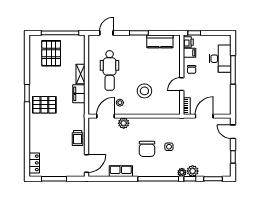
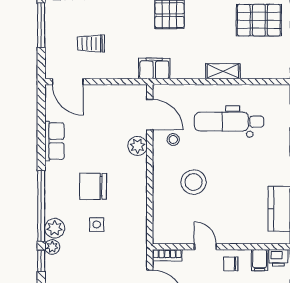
filing cabinet: (79, 94) -> (154, 68), moved
trolley: (78, 138) -> (91, 44), moved
plant: (193, 171) -> (55, 228), moved

